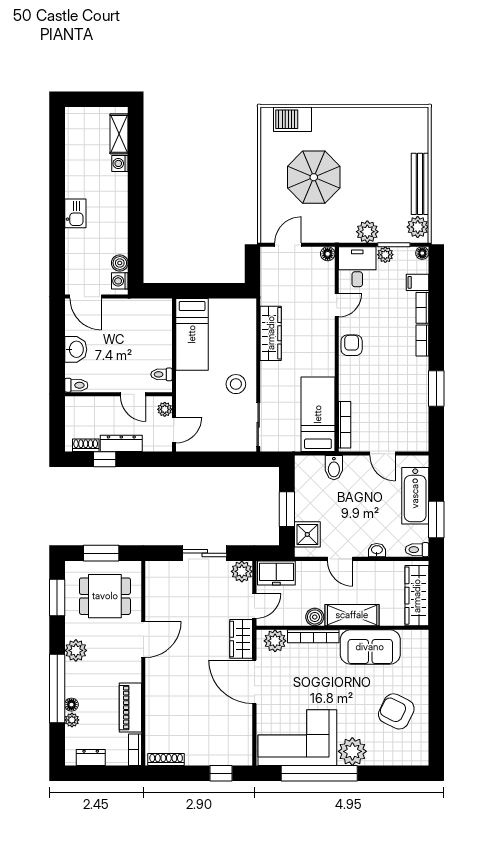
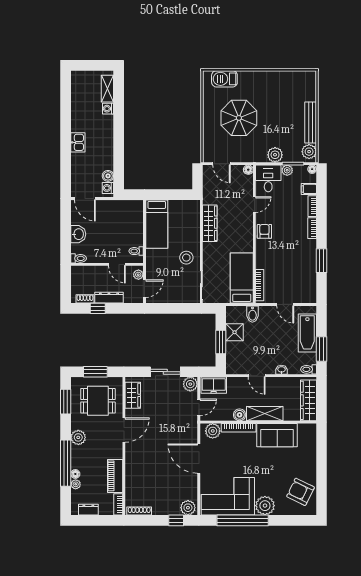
door: (288, 245) -> (222, 164), swing flipped
shower: (307, 534) -> (235, 332), moved
wardrobe: (241, 639) -> (133, 395), moved, turned 180
armchair: (396, 711) -> (300, 492), moved
plant: (238, 755) -> (188, 508), added

